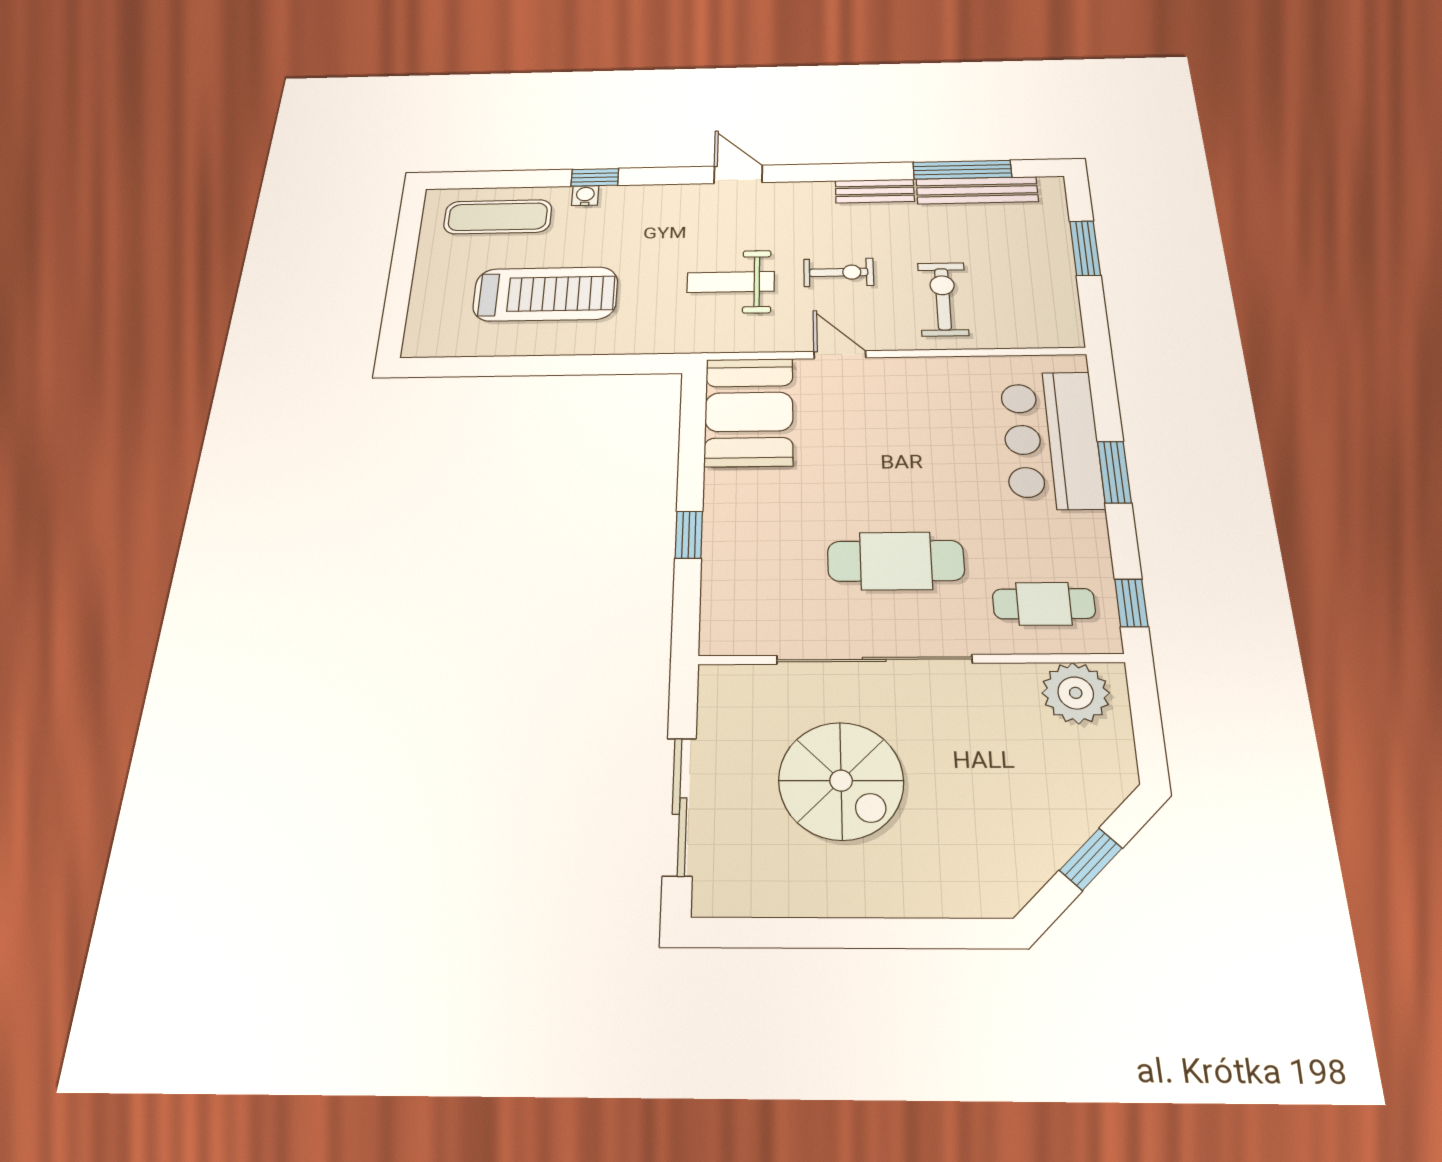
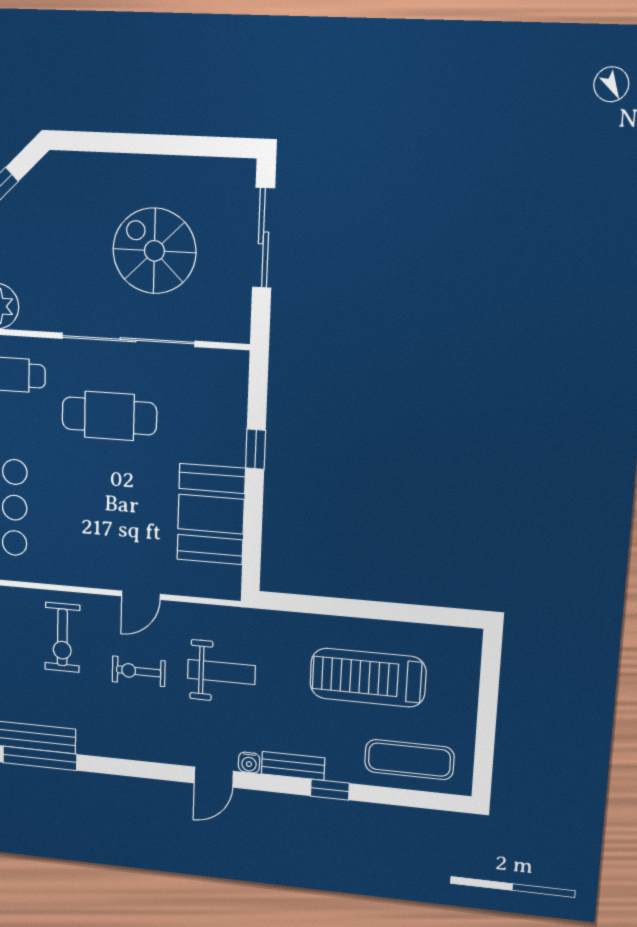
door: (738, 174) -> (214, 777), hinge flipped
bench: (875, 191) -> (293, 766), moved
water cooler: (585, 196) -> (249, 763), moved
door: (840, 355) -> (141, 595), hinge flipped
booth: (749, 412) -> (211, 514), moved

